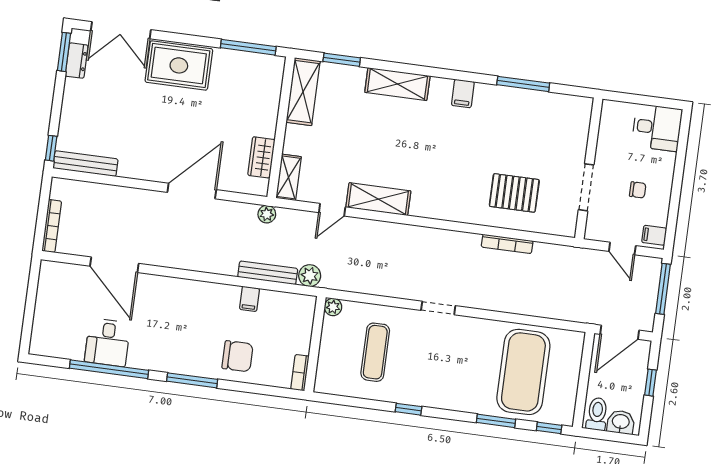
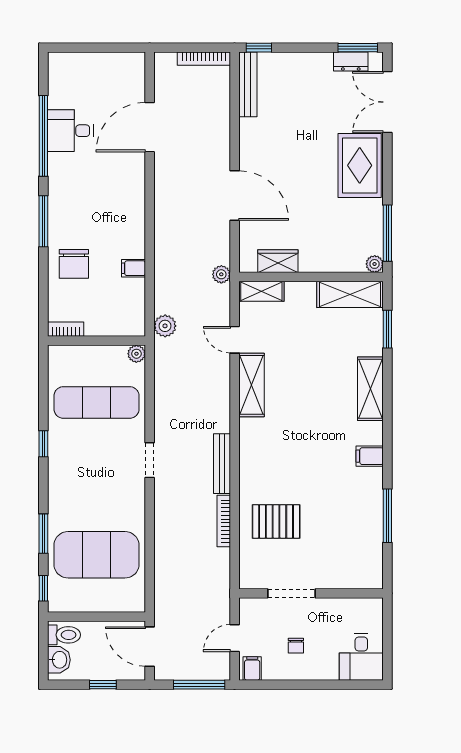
plant: (277, 64) -> (375, 264), added
pallet: (514, 193) -> (276, 521), turned 90
bookcase: (52, 226) -> (204, 59), moved
bench: (268, 273) -> (222, 464), moved
exercise mat: (375, 352) -> (97, 402), width x1.36, depth x1.45

